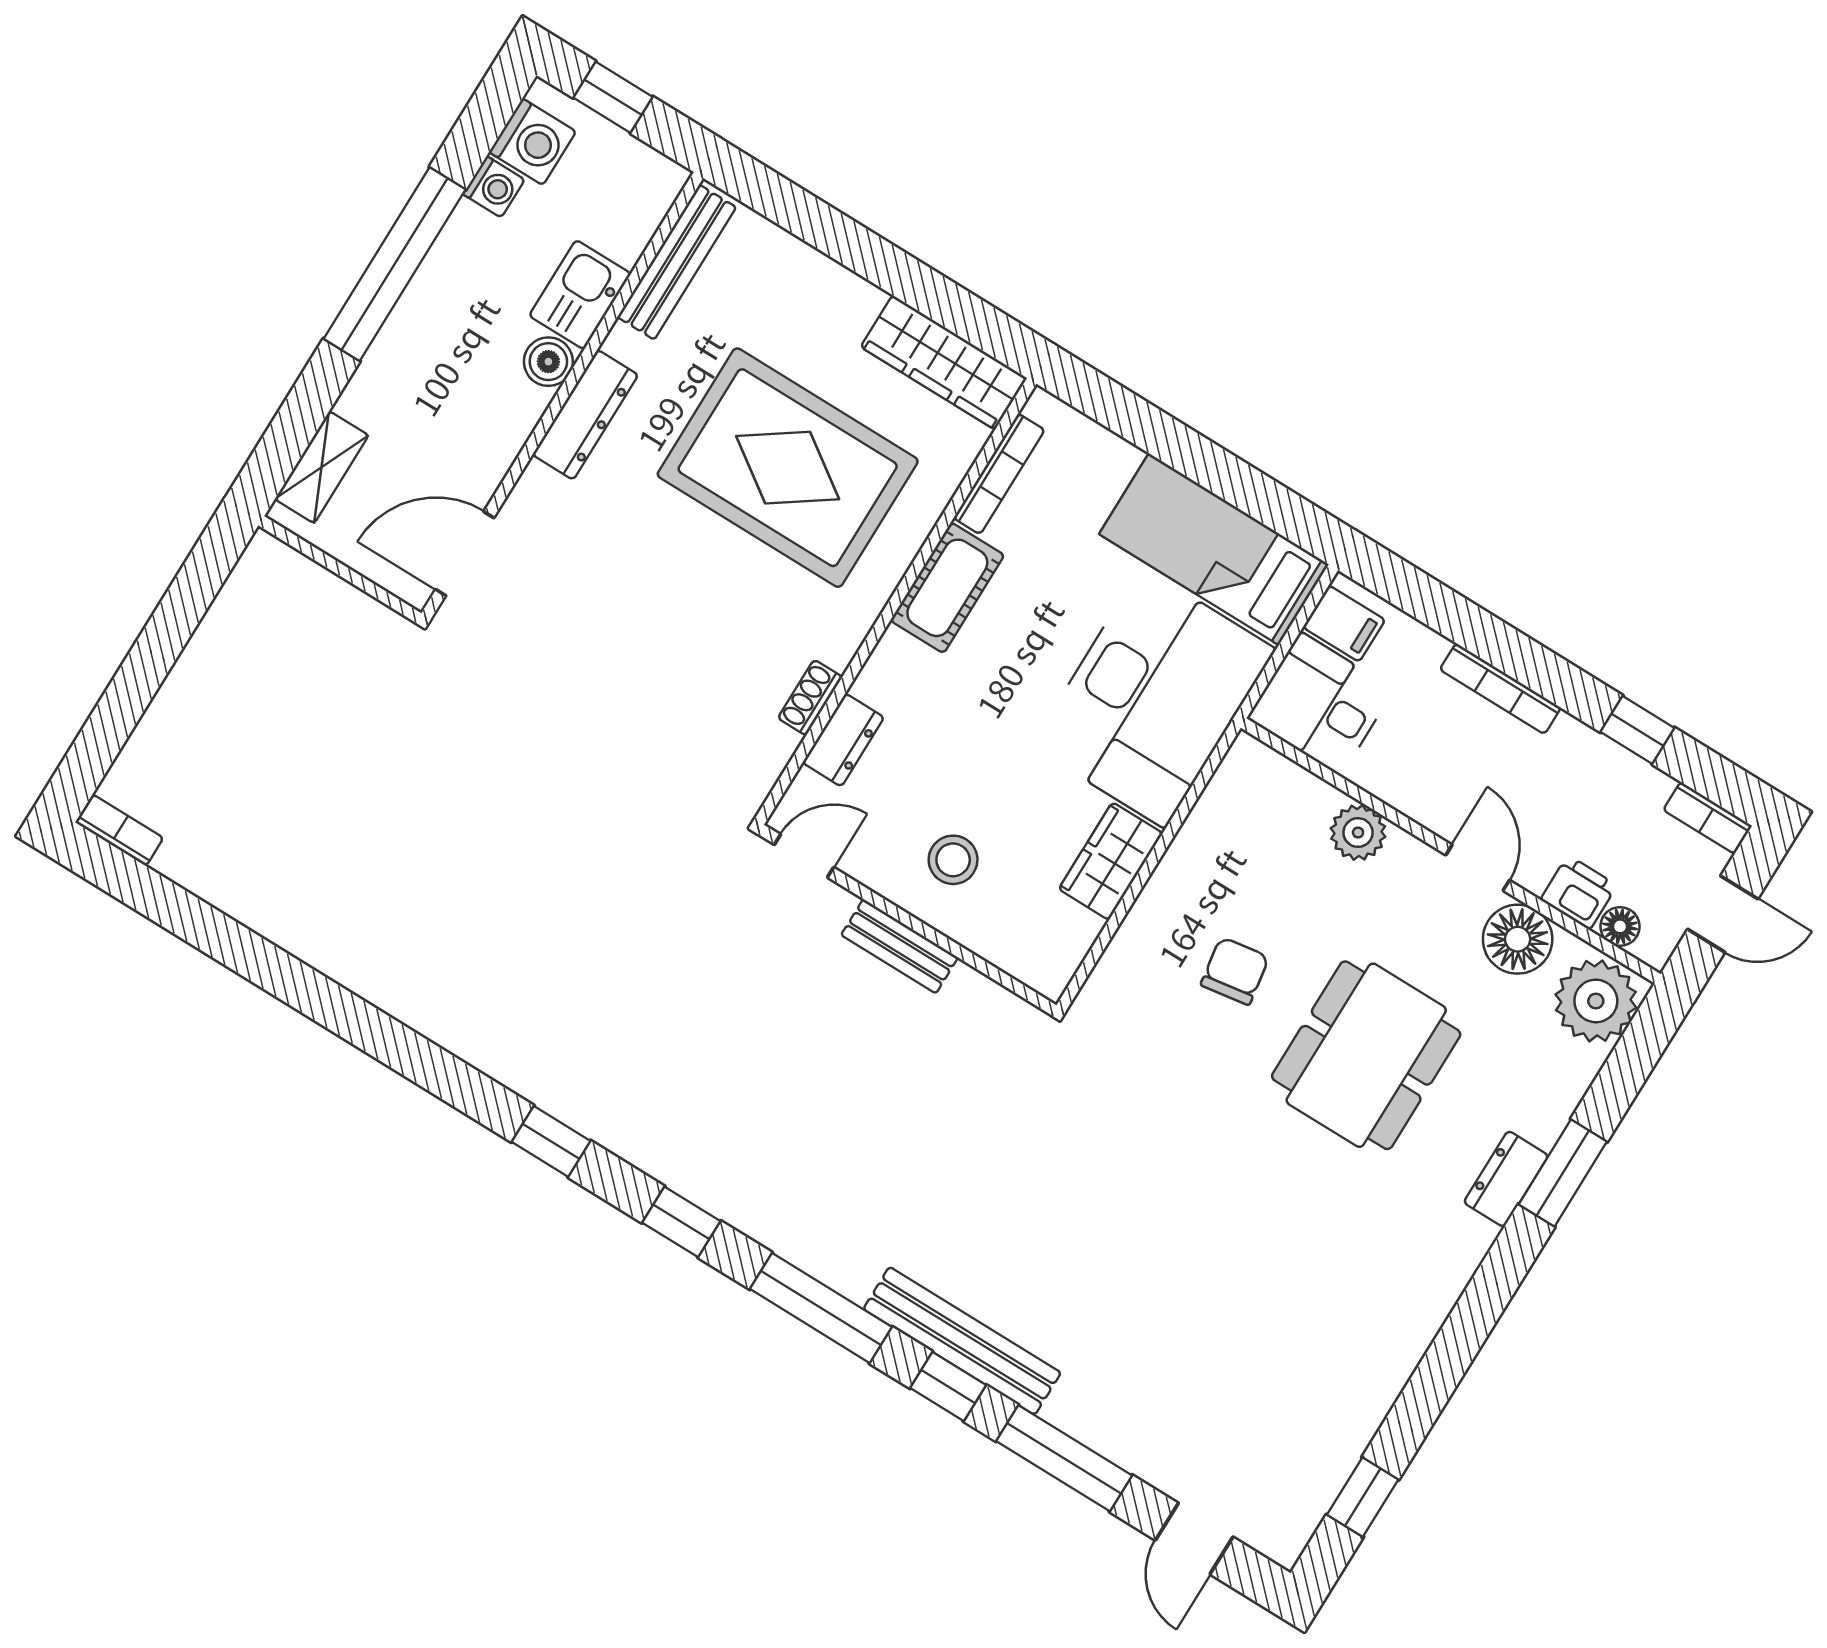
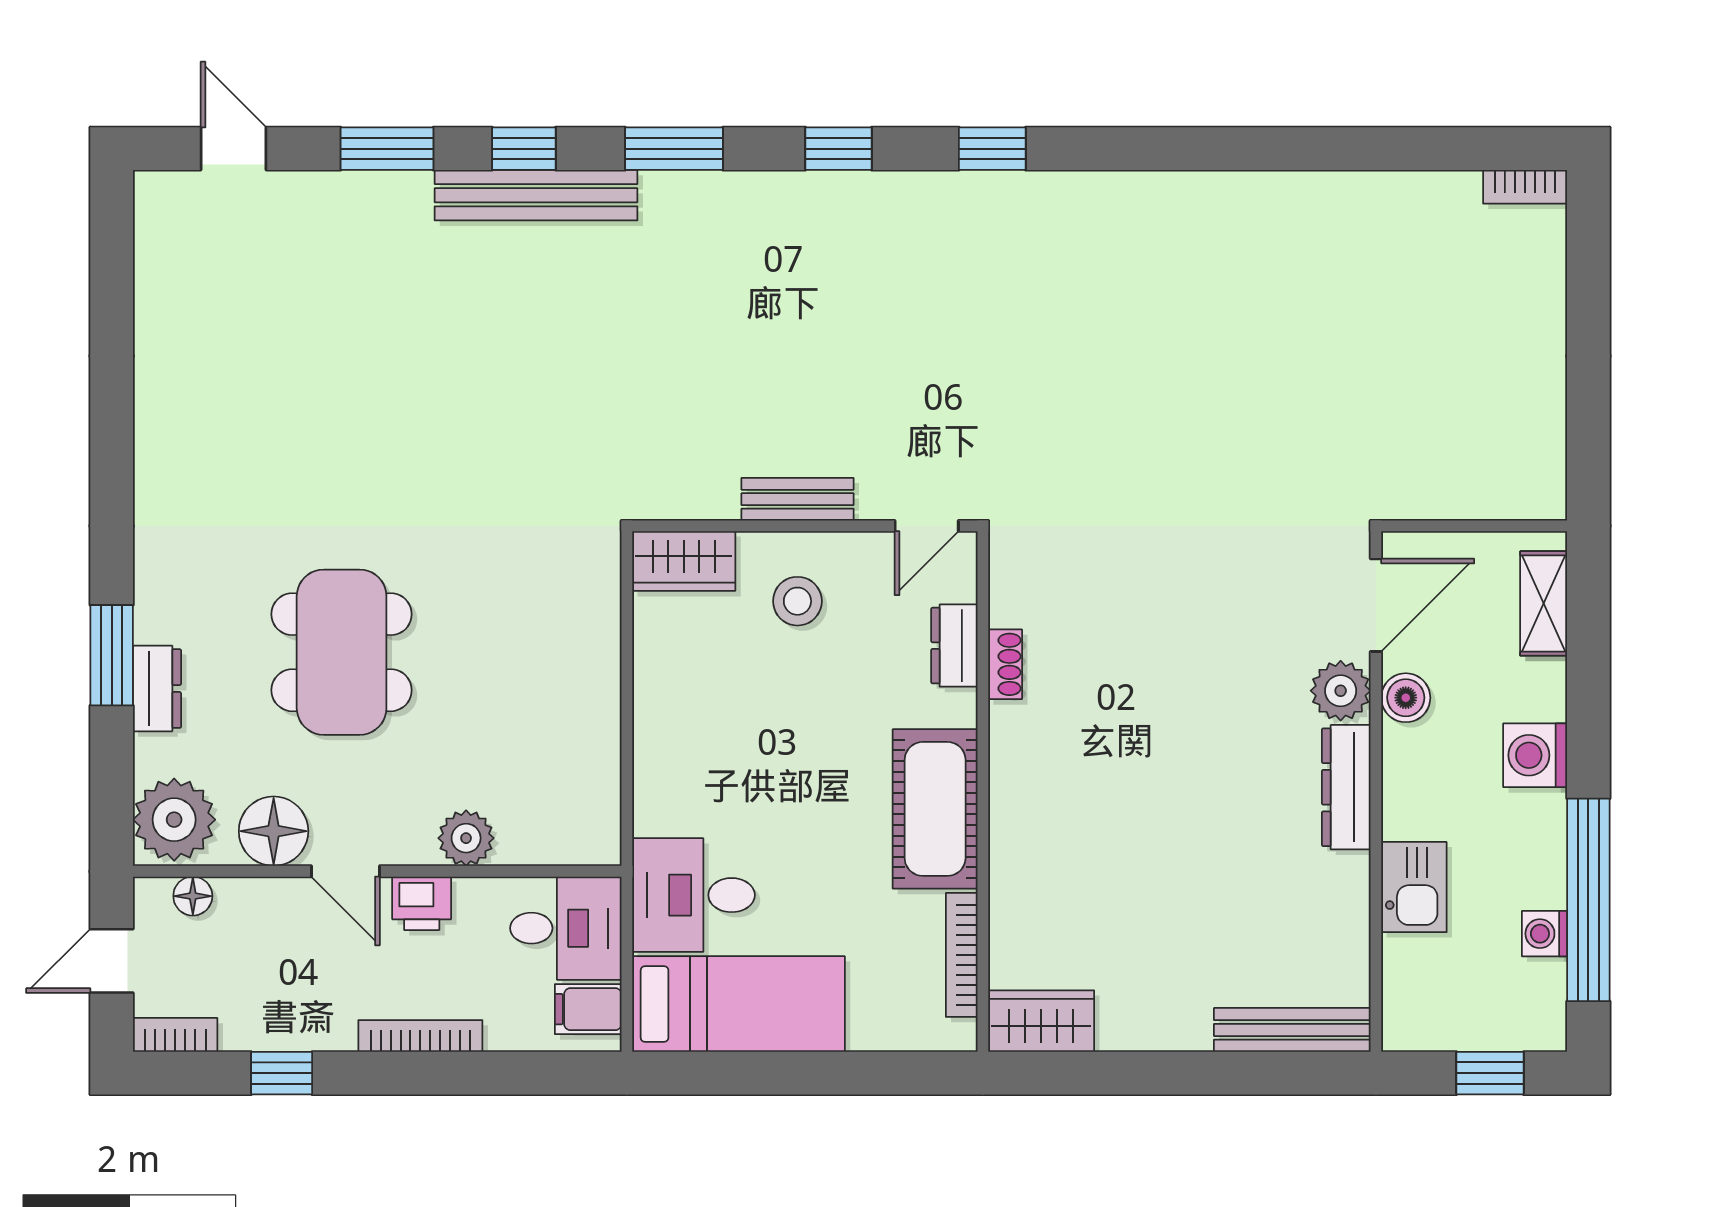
washing machine: (533, 142) -> (1535, 755), moved
bench: (677, 262) -> (1292, 1030), moved, turned 90
window: (395, 264) -> (1588, 900), moved
boiler: (548, 362) -> (1406, 698), moved
wardrobe: (944, 362) -> (1041, 1021), width x0.67
rug: (788, 468) -> (1146, 849), removed
plant: (539, 500) -> (1341, 691), added
cot: (947, 588) -> (935, 809), width x1.37, depth x1.34
desk: (1153, 698) -> (694, 895), width x0.53, depth x0.77
wardrobe: (1111, 861) -> (684, 561), moved, turned 90
printer: (1579, 892) -> (422, 903), moved
chair: (1235, 971) -> (498, 655), removed
dresser: (1506, 1179) -> (157, 689), moved
window: (821, 1308) -> (674, 149), width x0.69
window: (1064, 1458) -> (387, 149), width x0.69
window: (1363, 1497) -> (112, 273), removed

